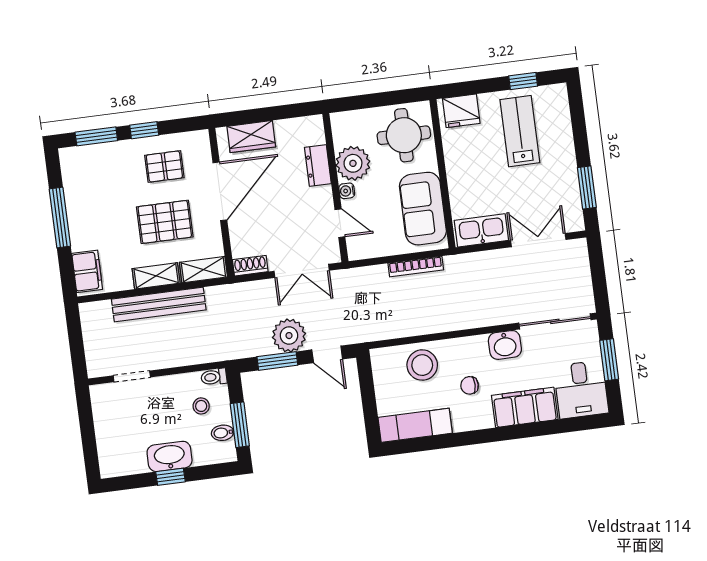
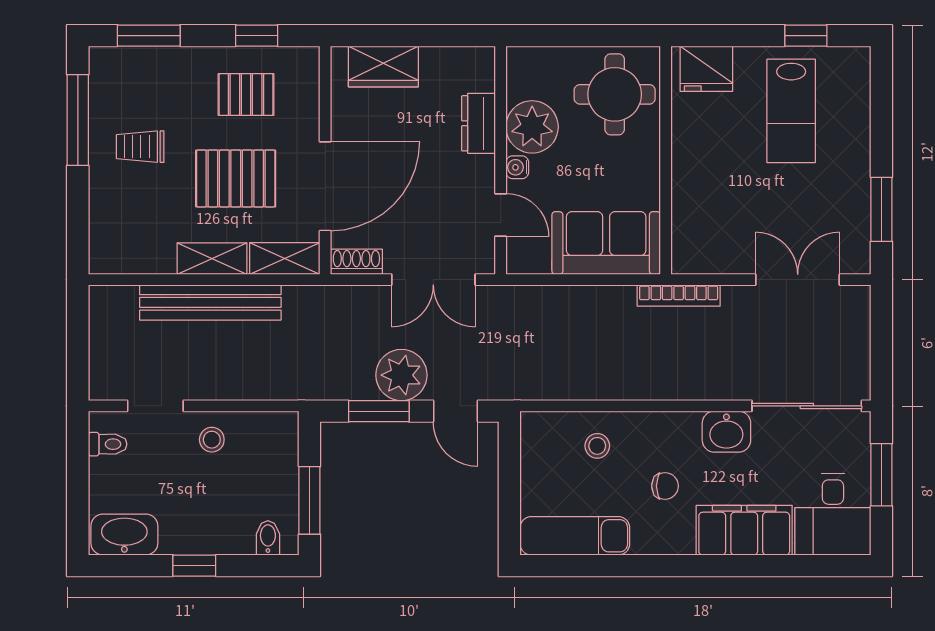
window: (144, 130) -> (257, 36), moved
lab bench: (520, 131) -> (791, 111), turned 180
door: (220, 191) -> (325, 186), moved
trolley: (100, 209) -> (140, 147), added
sofa: (423, 209) -> (606, 243), moved, turned 90
window: (60, 218) -> (78, 120), moved
kitchen sink: (481, 230) -> (713, 254), removed
bookcase: (416, 267) -> (679, 295), moved
filing cabinet: (87, 271) -> (108, 238), removed
stool: (422, 365) -> (597, 446), width x0.53, depth x0.53
toilet: (214, 377) -> (108, 444), moved, turned 180
chair: (470, 385) -> (665, 486), turned 180
stool: (201, 406) -> (212, 440), moved
bidet: (223, 433) -> (268, 538), moved, turned 90
washbasin: (170, 456) -> (124, 535), moved

